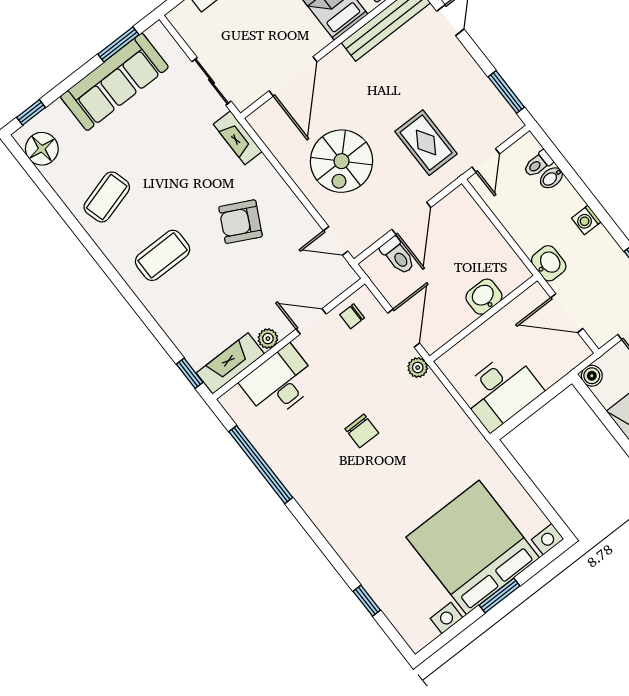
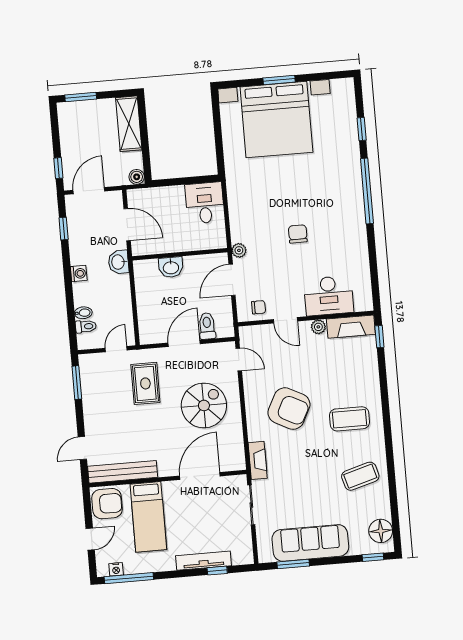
armchair: (240, 222) -> (289, 409), width x1.36, depth x1.36
desk: (501, 391) -> (205, 203), width x0.73
window: (261, 465) -> (367, 191), moved

